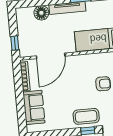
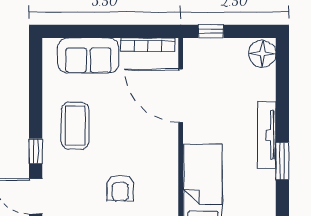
floor lamp: (41, 13) -> (262, 54), moved
coffee table: (86, 116) -> (75, 126), moved

